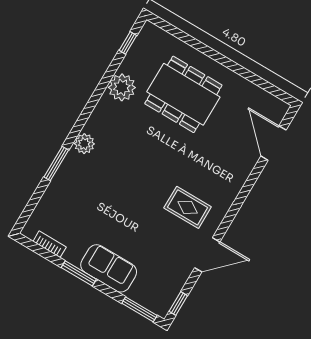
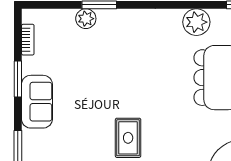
plant: (84, 144) -> (86, 19), moved

